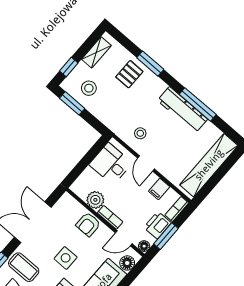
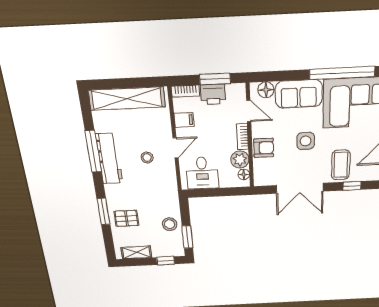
stool: (89, 88) -> (170, 224), moved
stool: (140, 133) -> (147, 158), moved
floor lamp: (144, 246) -> (244, 174), moved

